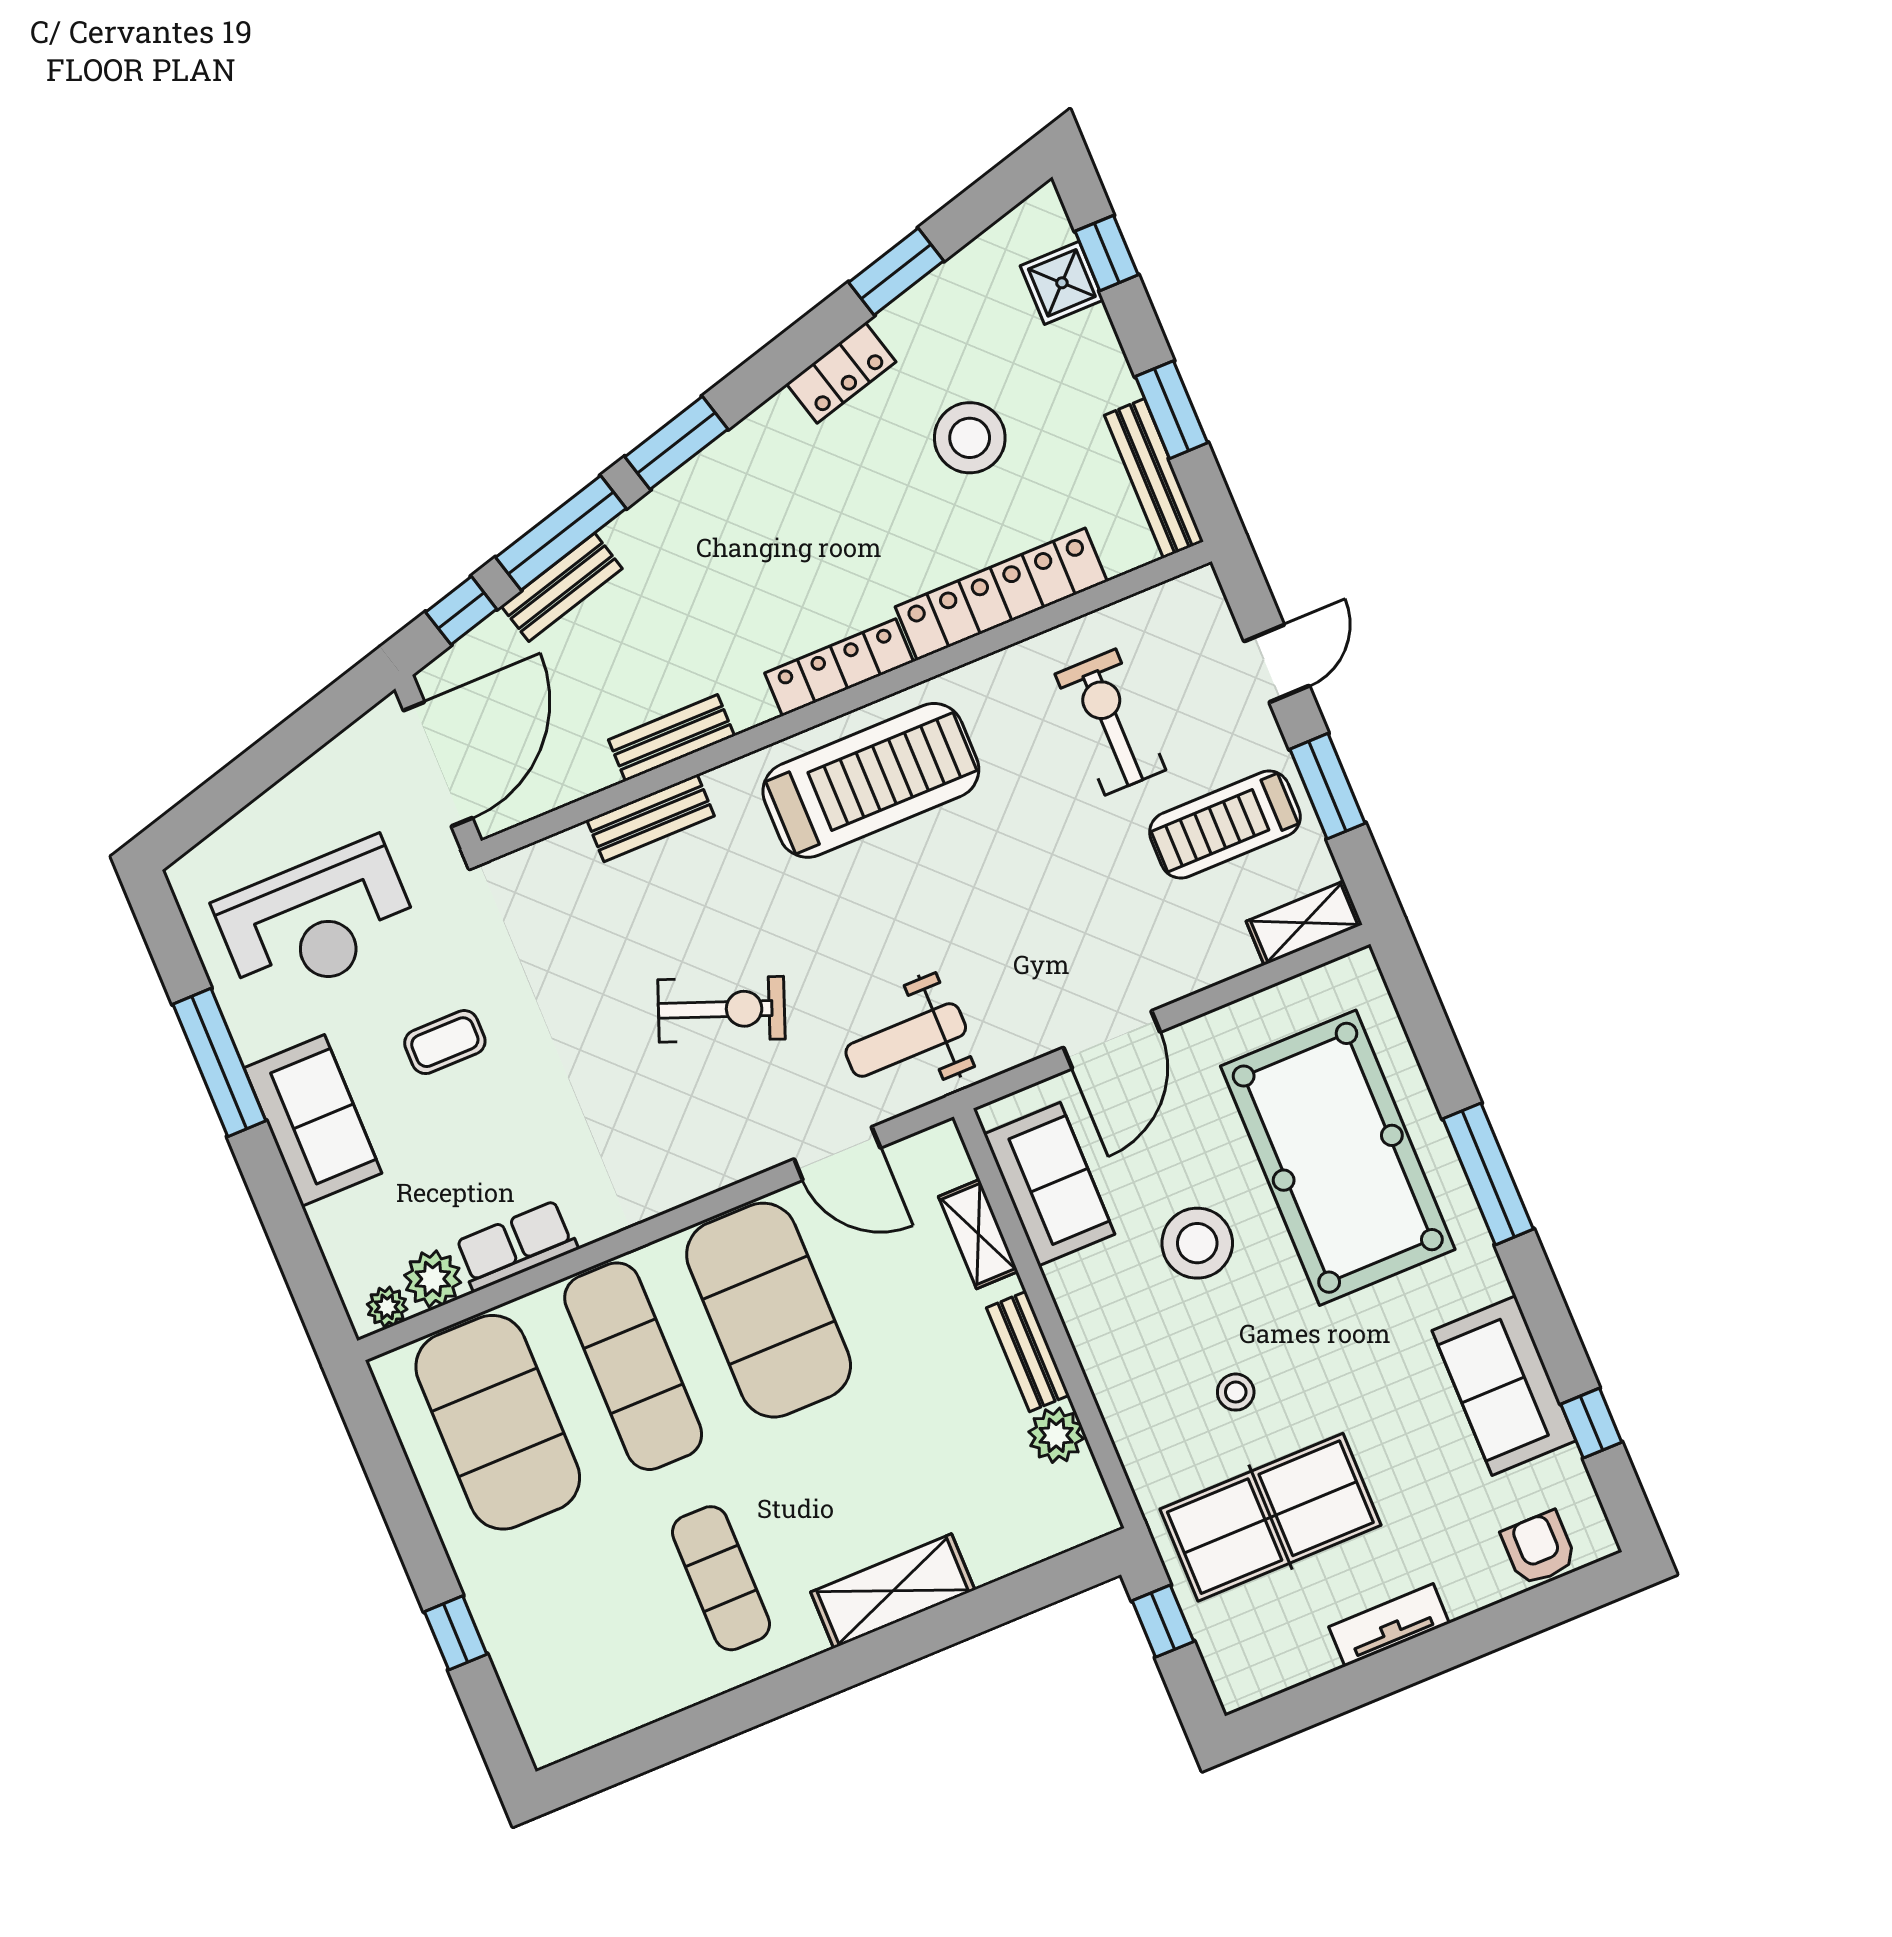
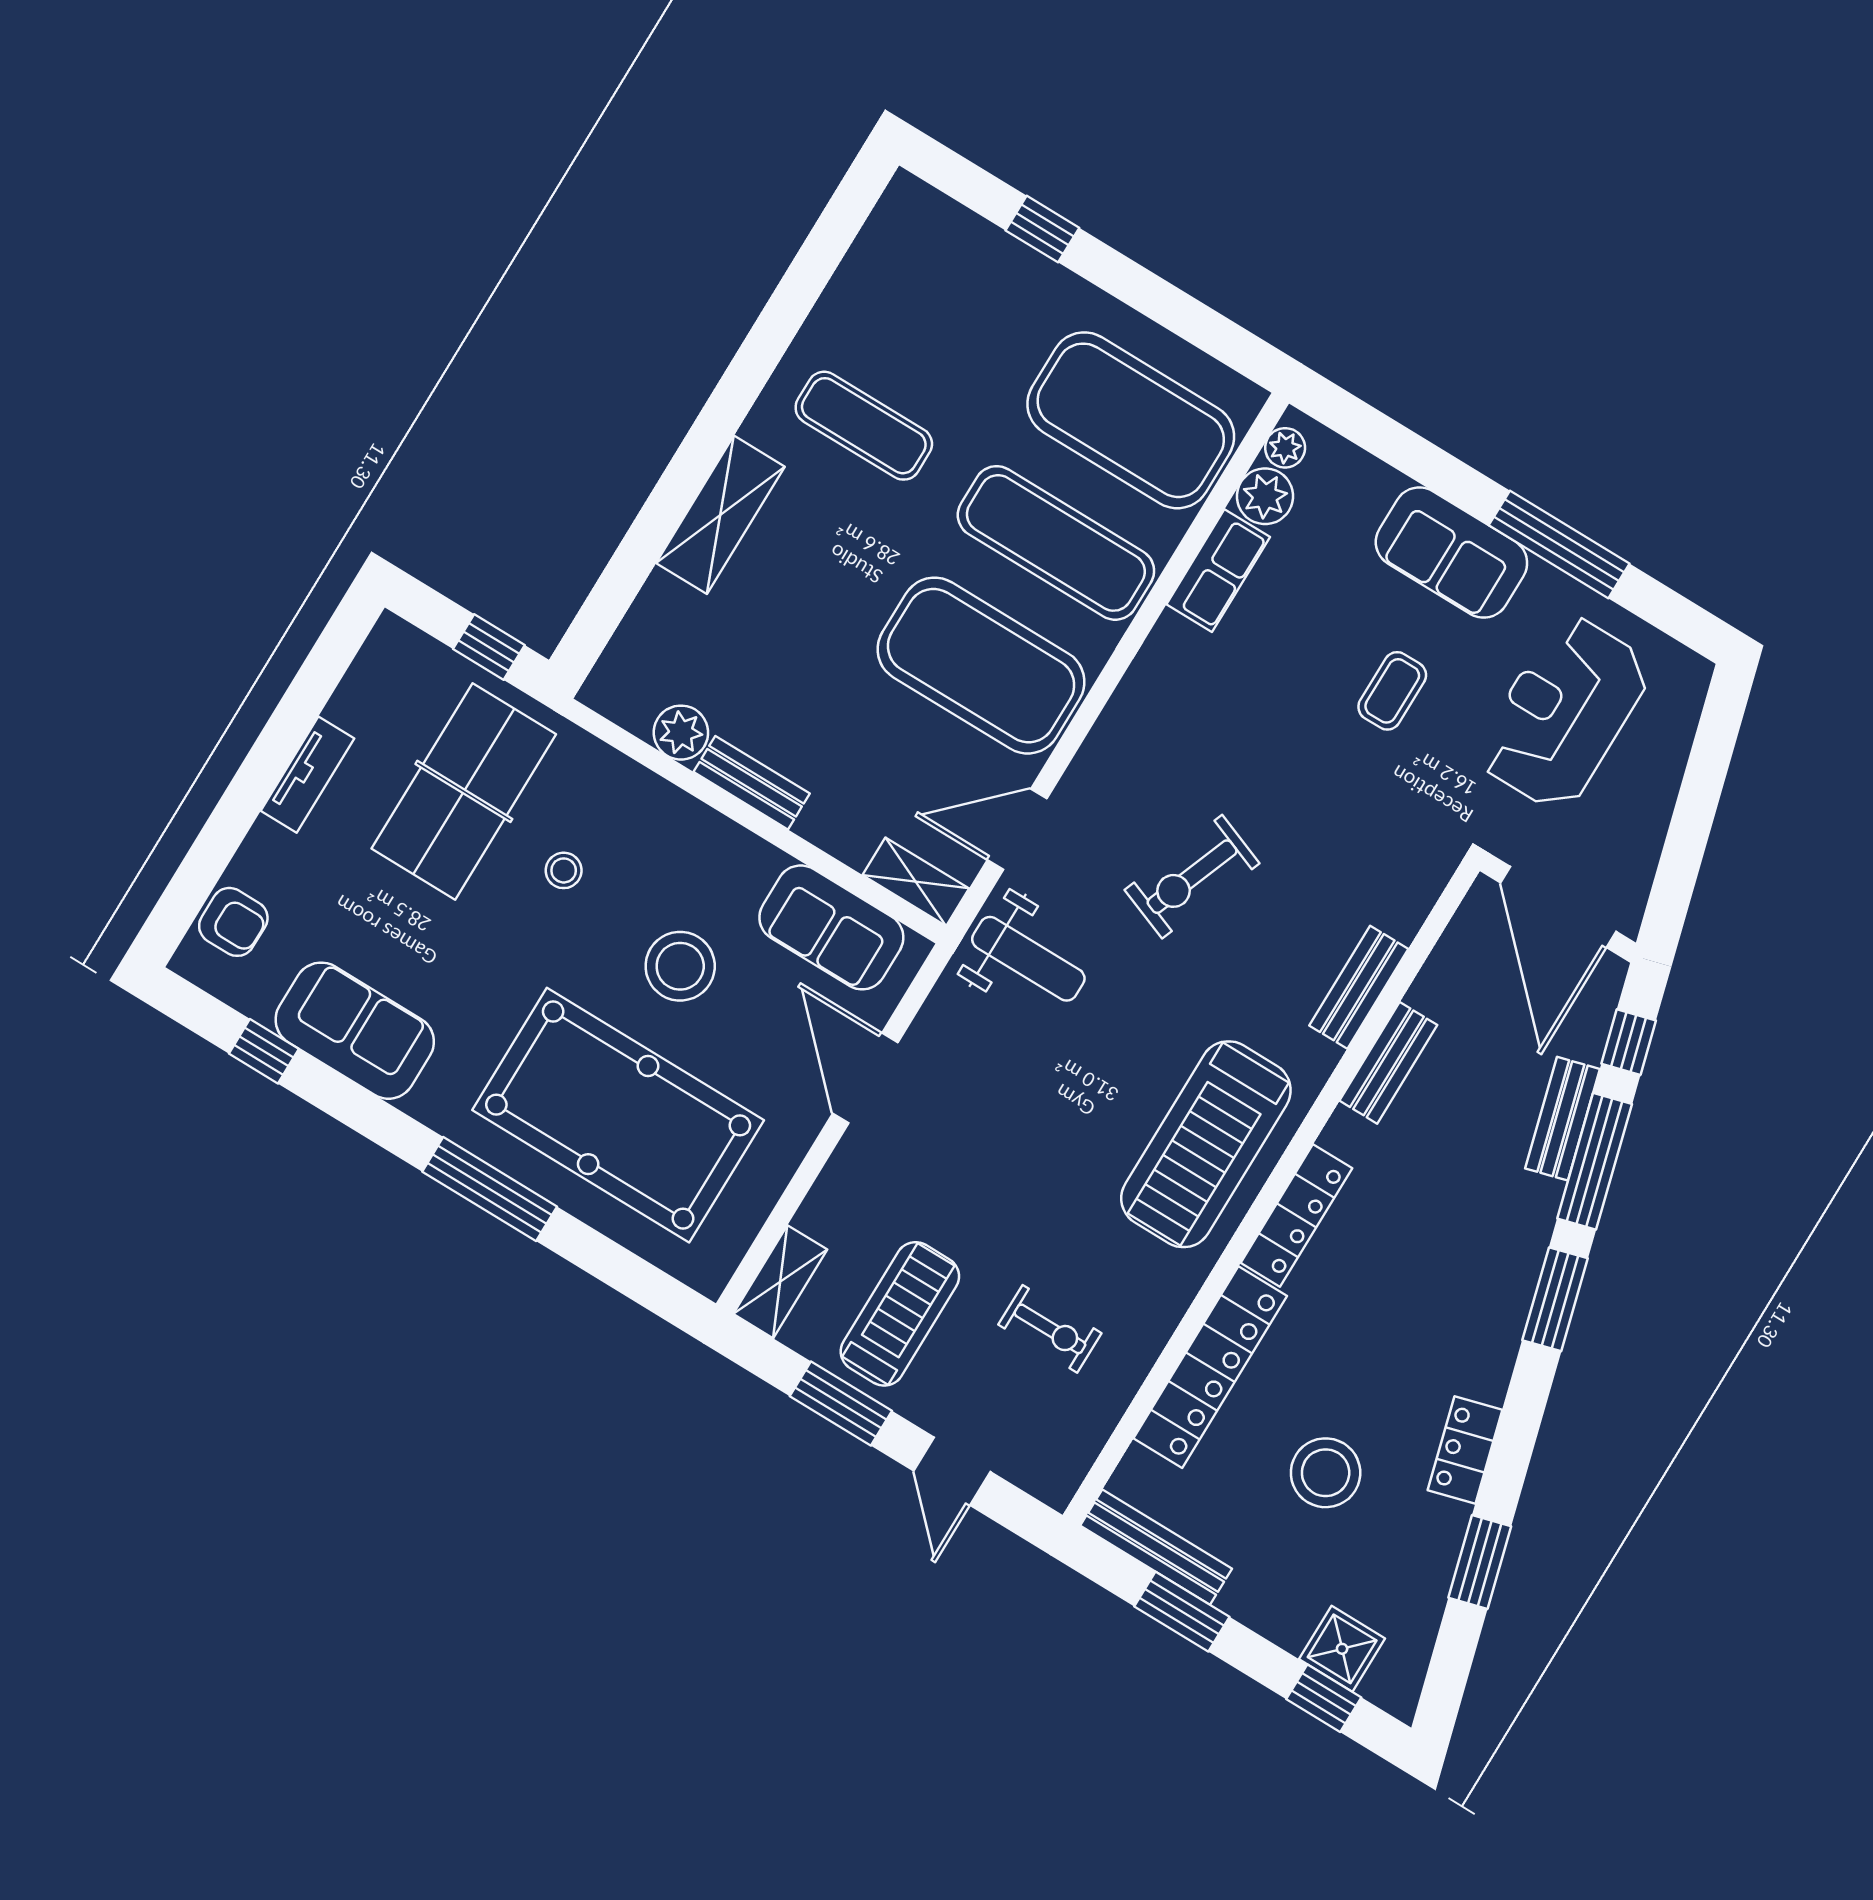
exercise bike: (1110, 722) -> (1050, 1329), width x0.73, depth x0.72
weight bench: (906, 1040) -> (1028, 959), turned 90
shelving: (978, 1234) -> (916, 882), moved

